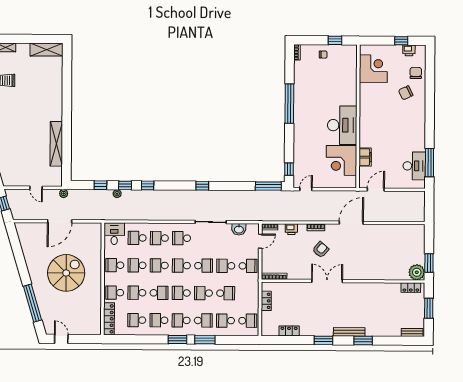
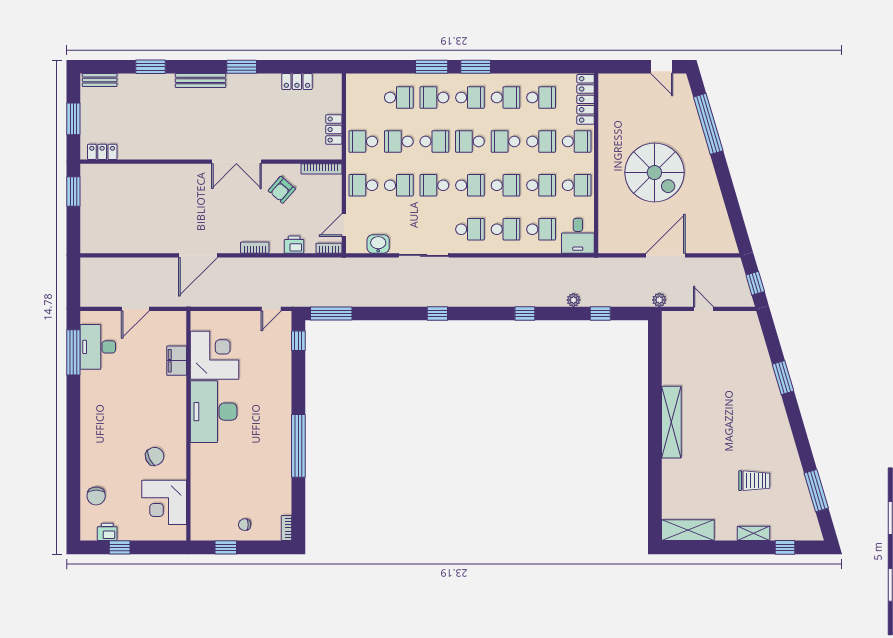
chair: (406, 93) -> (155, 456), moved
shelving: (56, 144) -> (671, 422), moved
window: (125, 185) -> (561, 313), removed
door: (376, 190) -> (135, 309), moved
armchair: (321, 250) -> (282, 190), moved
plant: (417, 272) -> (93, 176), removed
spiral stairs: (66, 273) -> (654, 173), turned -90
school desk: (181, 293) -> (470, 141), turned 180
school desk: (248, 321) -> (363, 141), moved
window: (363, 340) -> (151, 67), moved

